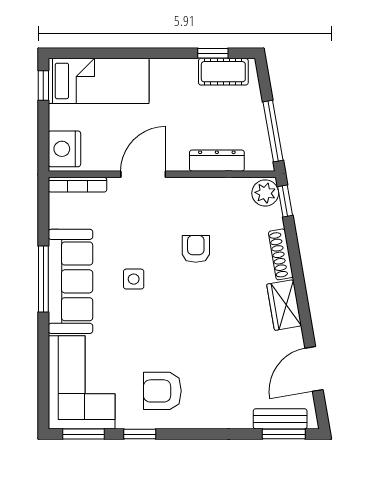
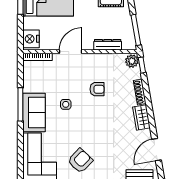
armchair: (196, 249) -> (97, 89), turned 90
sofa: (70, 281) -> (34, 113), width x0.73
armchair: (162, 391) -> (80, 161), turned 134

